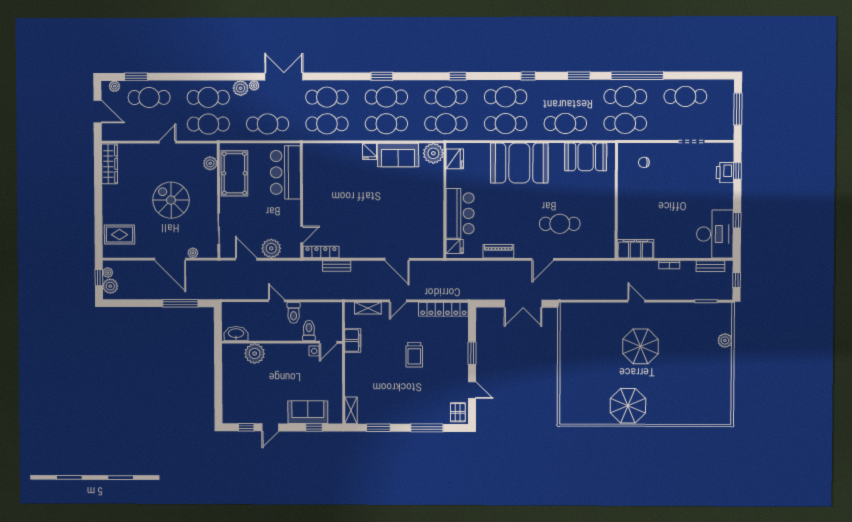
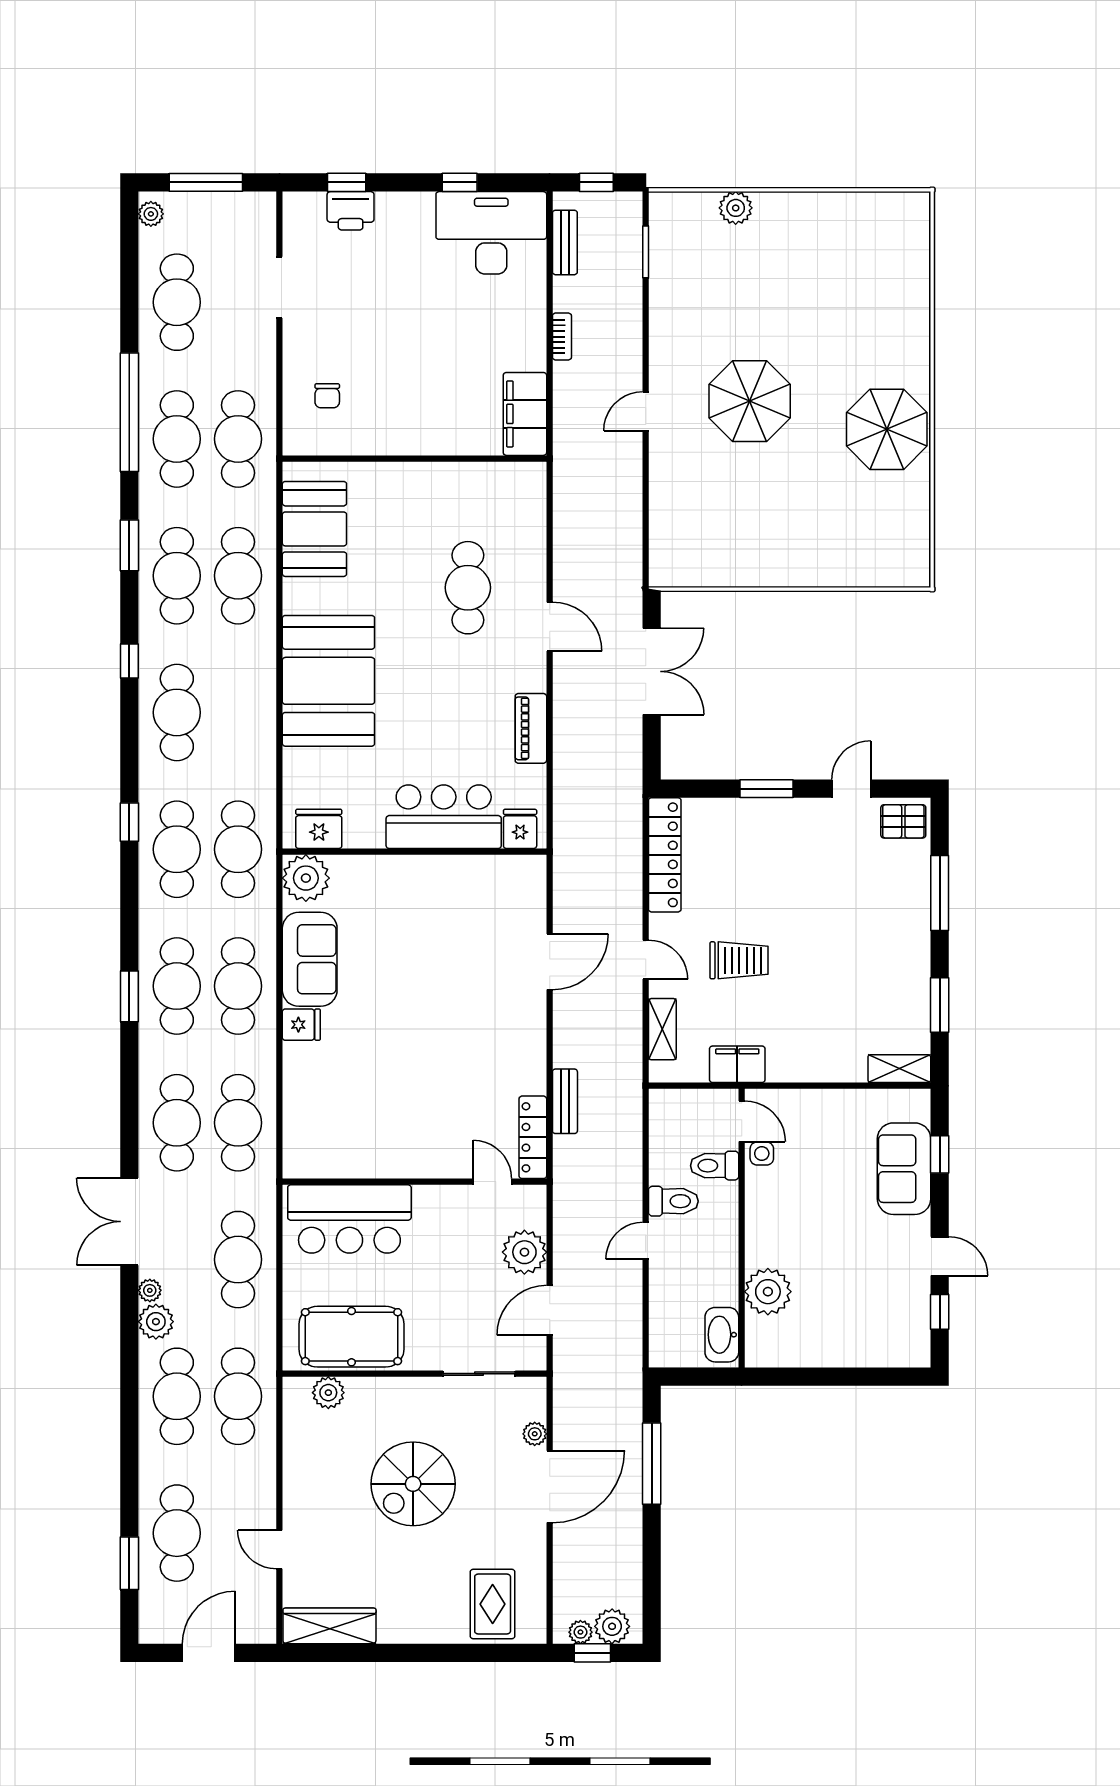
plant: (114, 86) -> (151, 214), moved
cafe table: (506, 124) -> (177, 576), moved
door: (167, 142) -> (279, 1550), moved
trolley: (414, 355) -> (739, 960), moved

